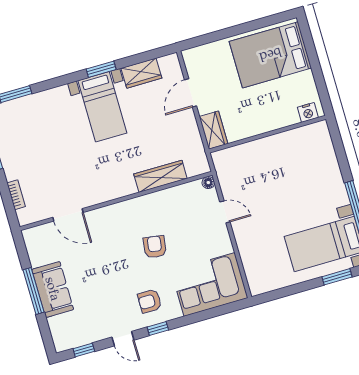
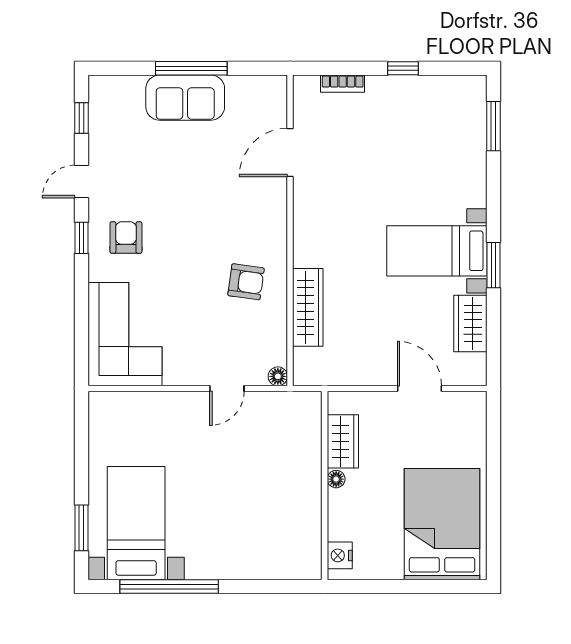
floor lamp: (261, 128) -> (336, 479), added
wardrobe: (213, 130) -> (343, 441), moved, turned -90
armchair: (155, 247) -> (246, 282), moved

